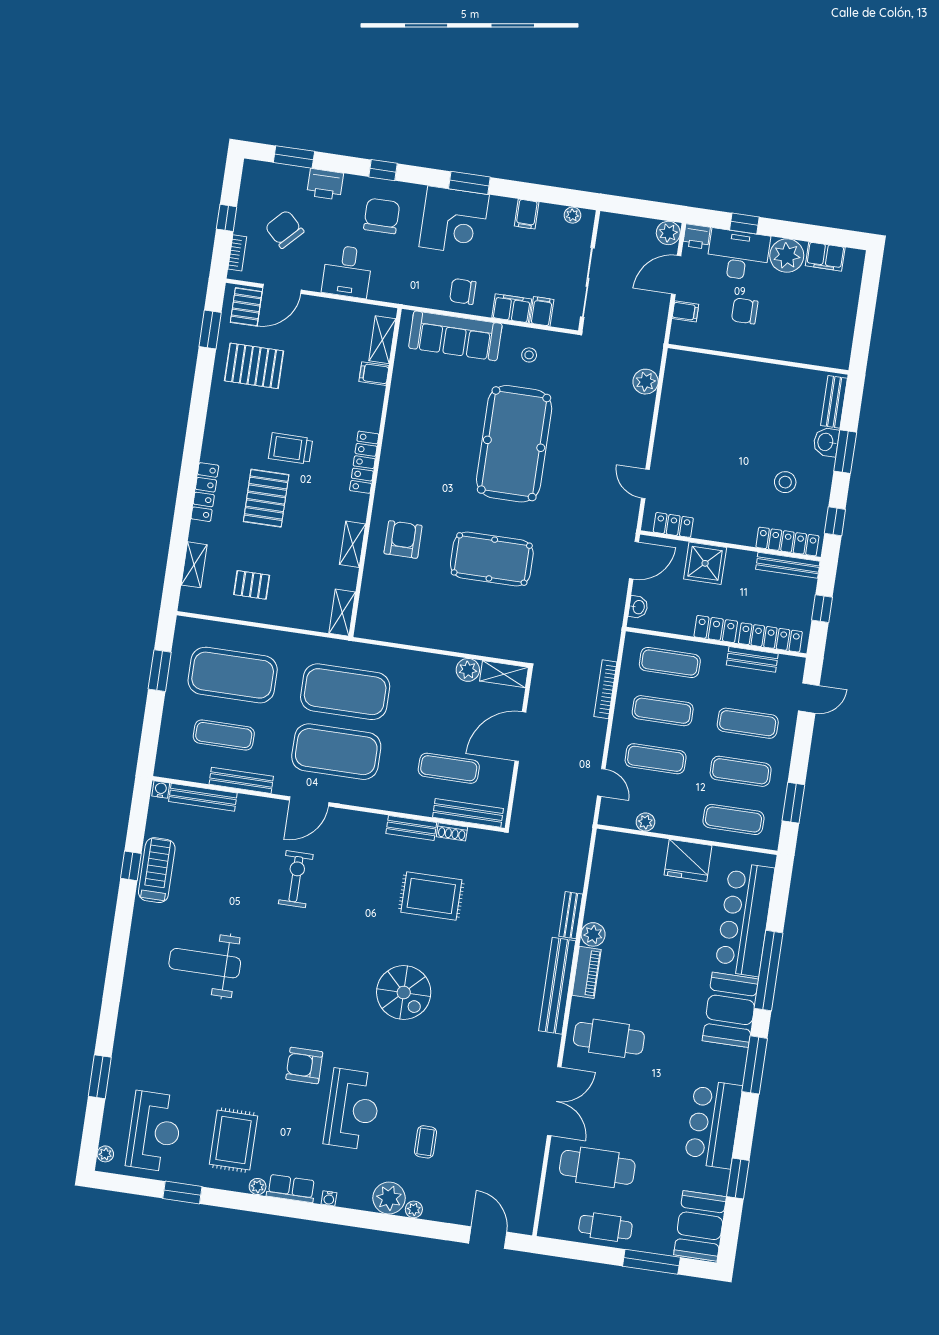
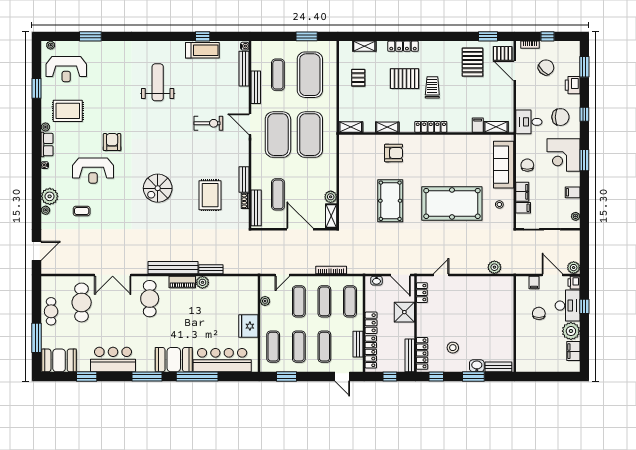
desk: (347, 271) -> (529, 122), moved

